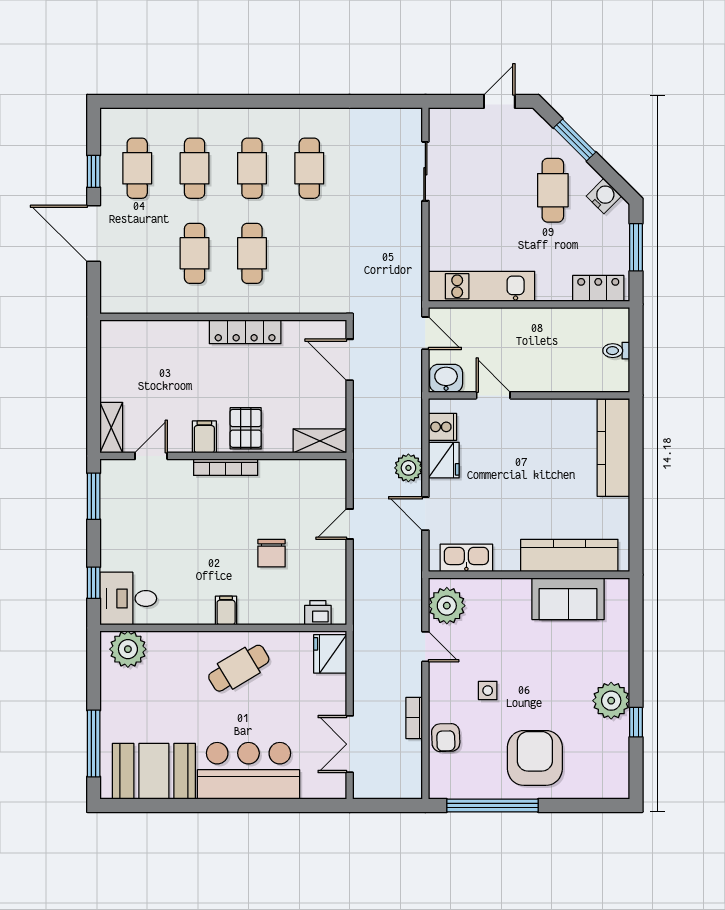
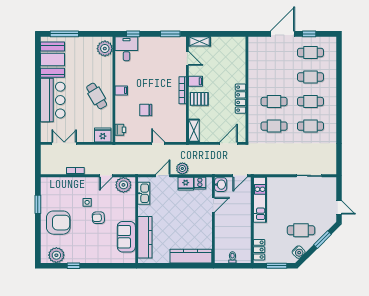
cafe table: (195, 253) -> (274, 126), moved
plant: (611, 701) -> (56, 255), moved
armchair: (446, 738) -> (98, 218), moved
window: (492, 805) -> (38, 204), width x0.47

